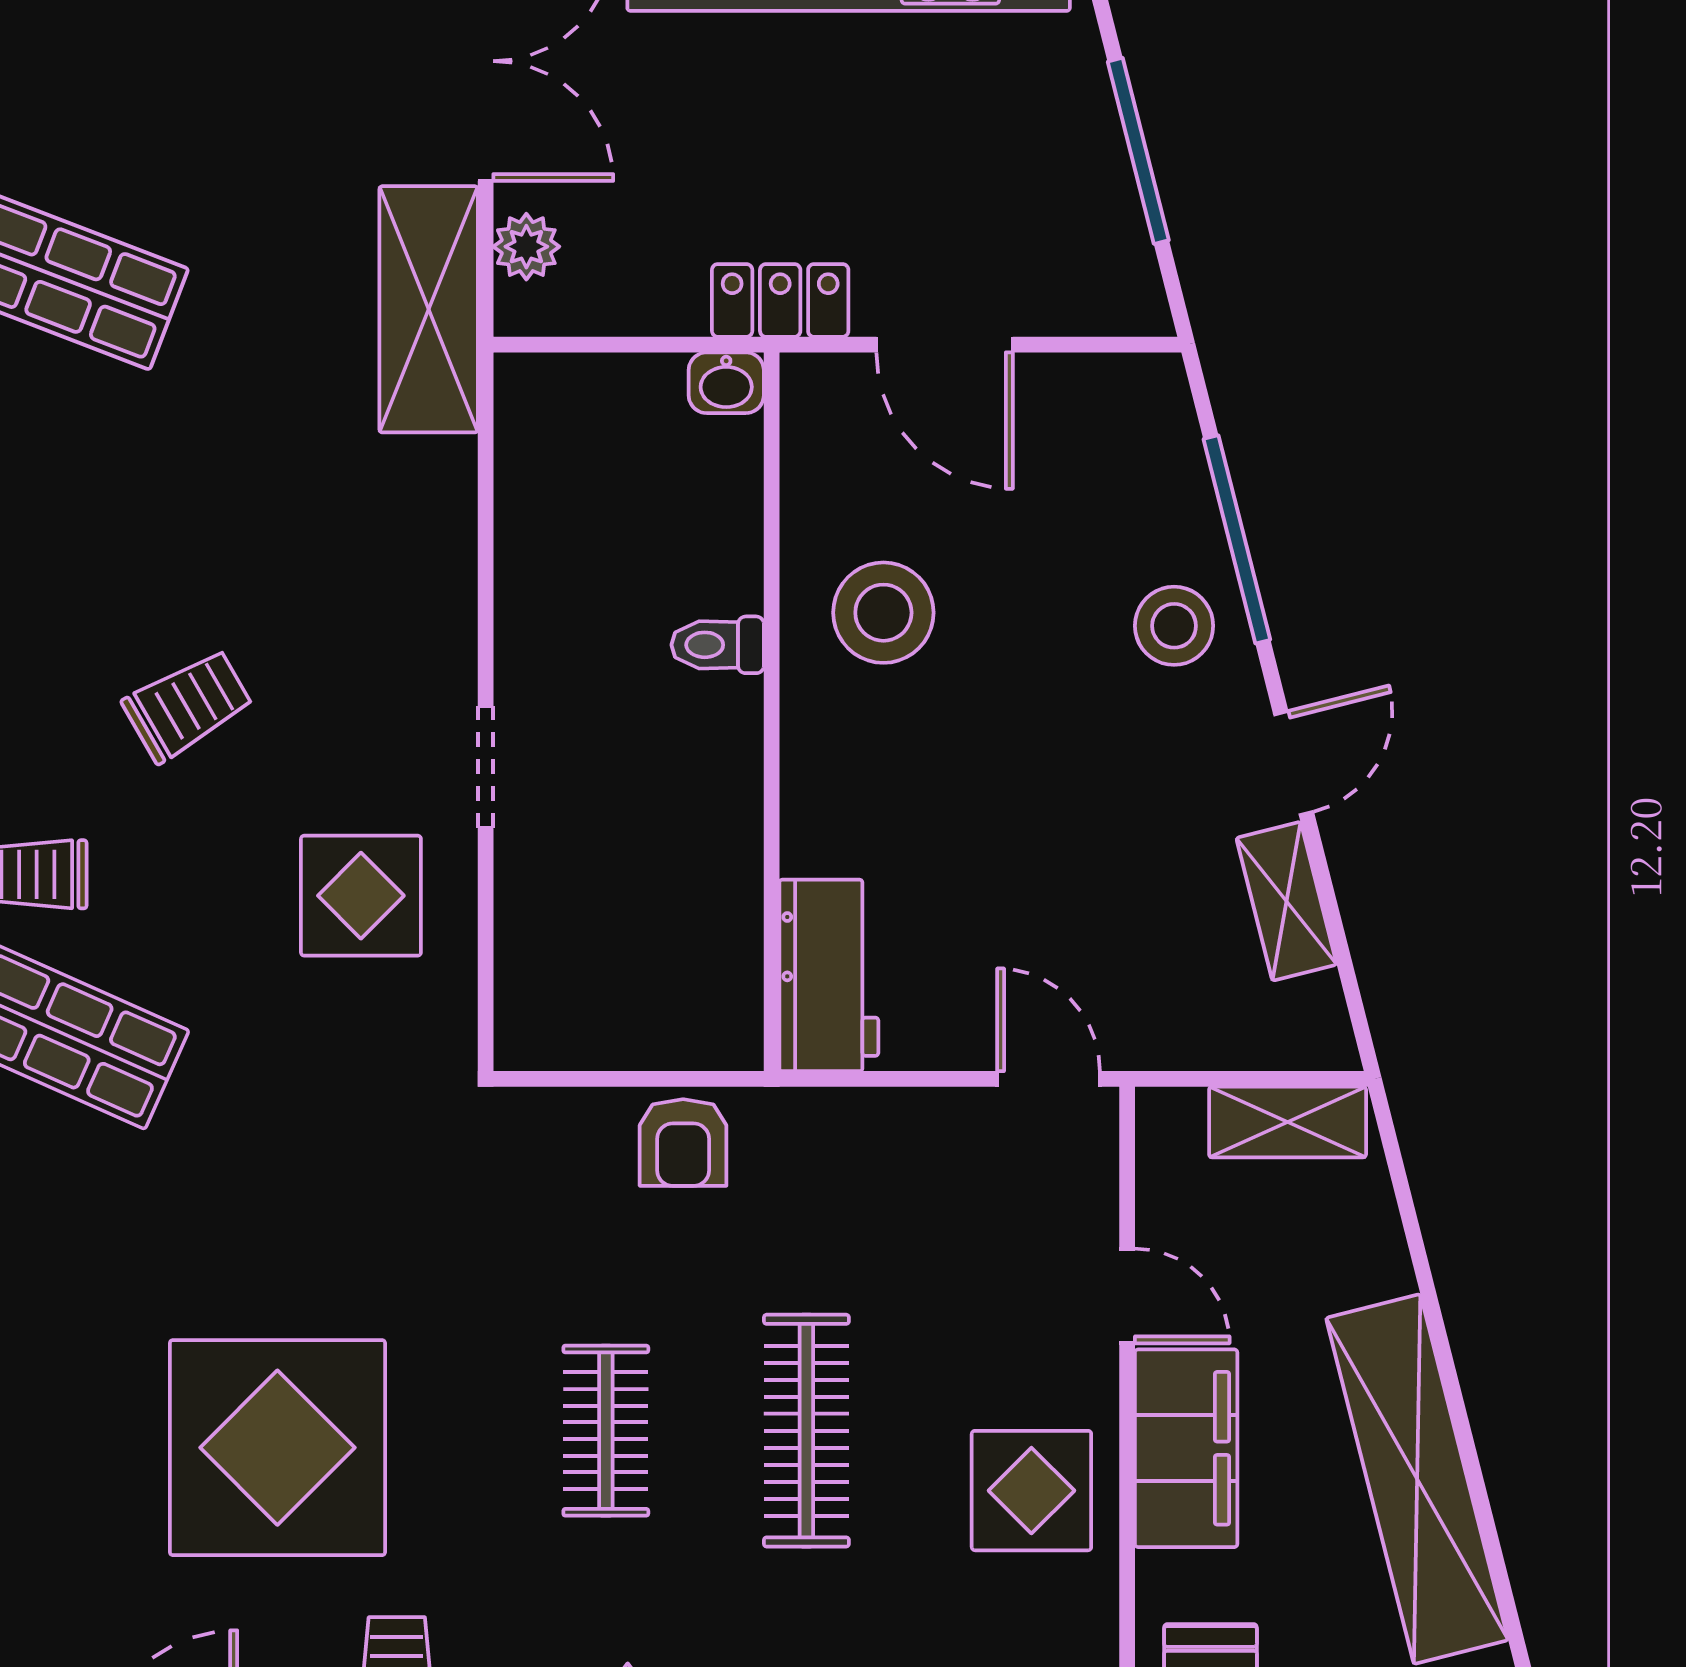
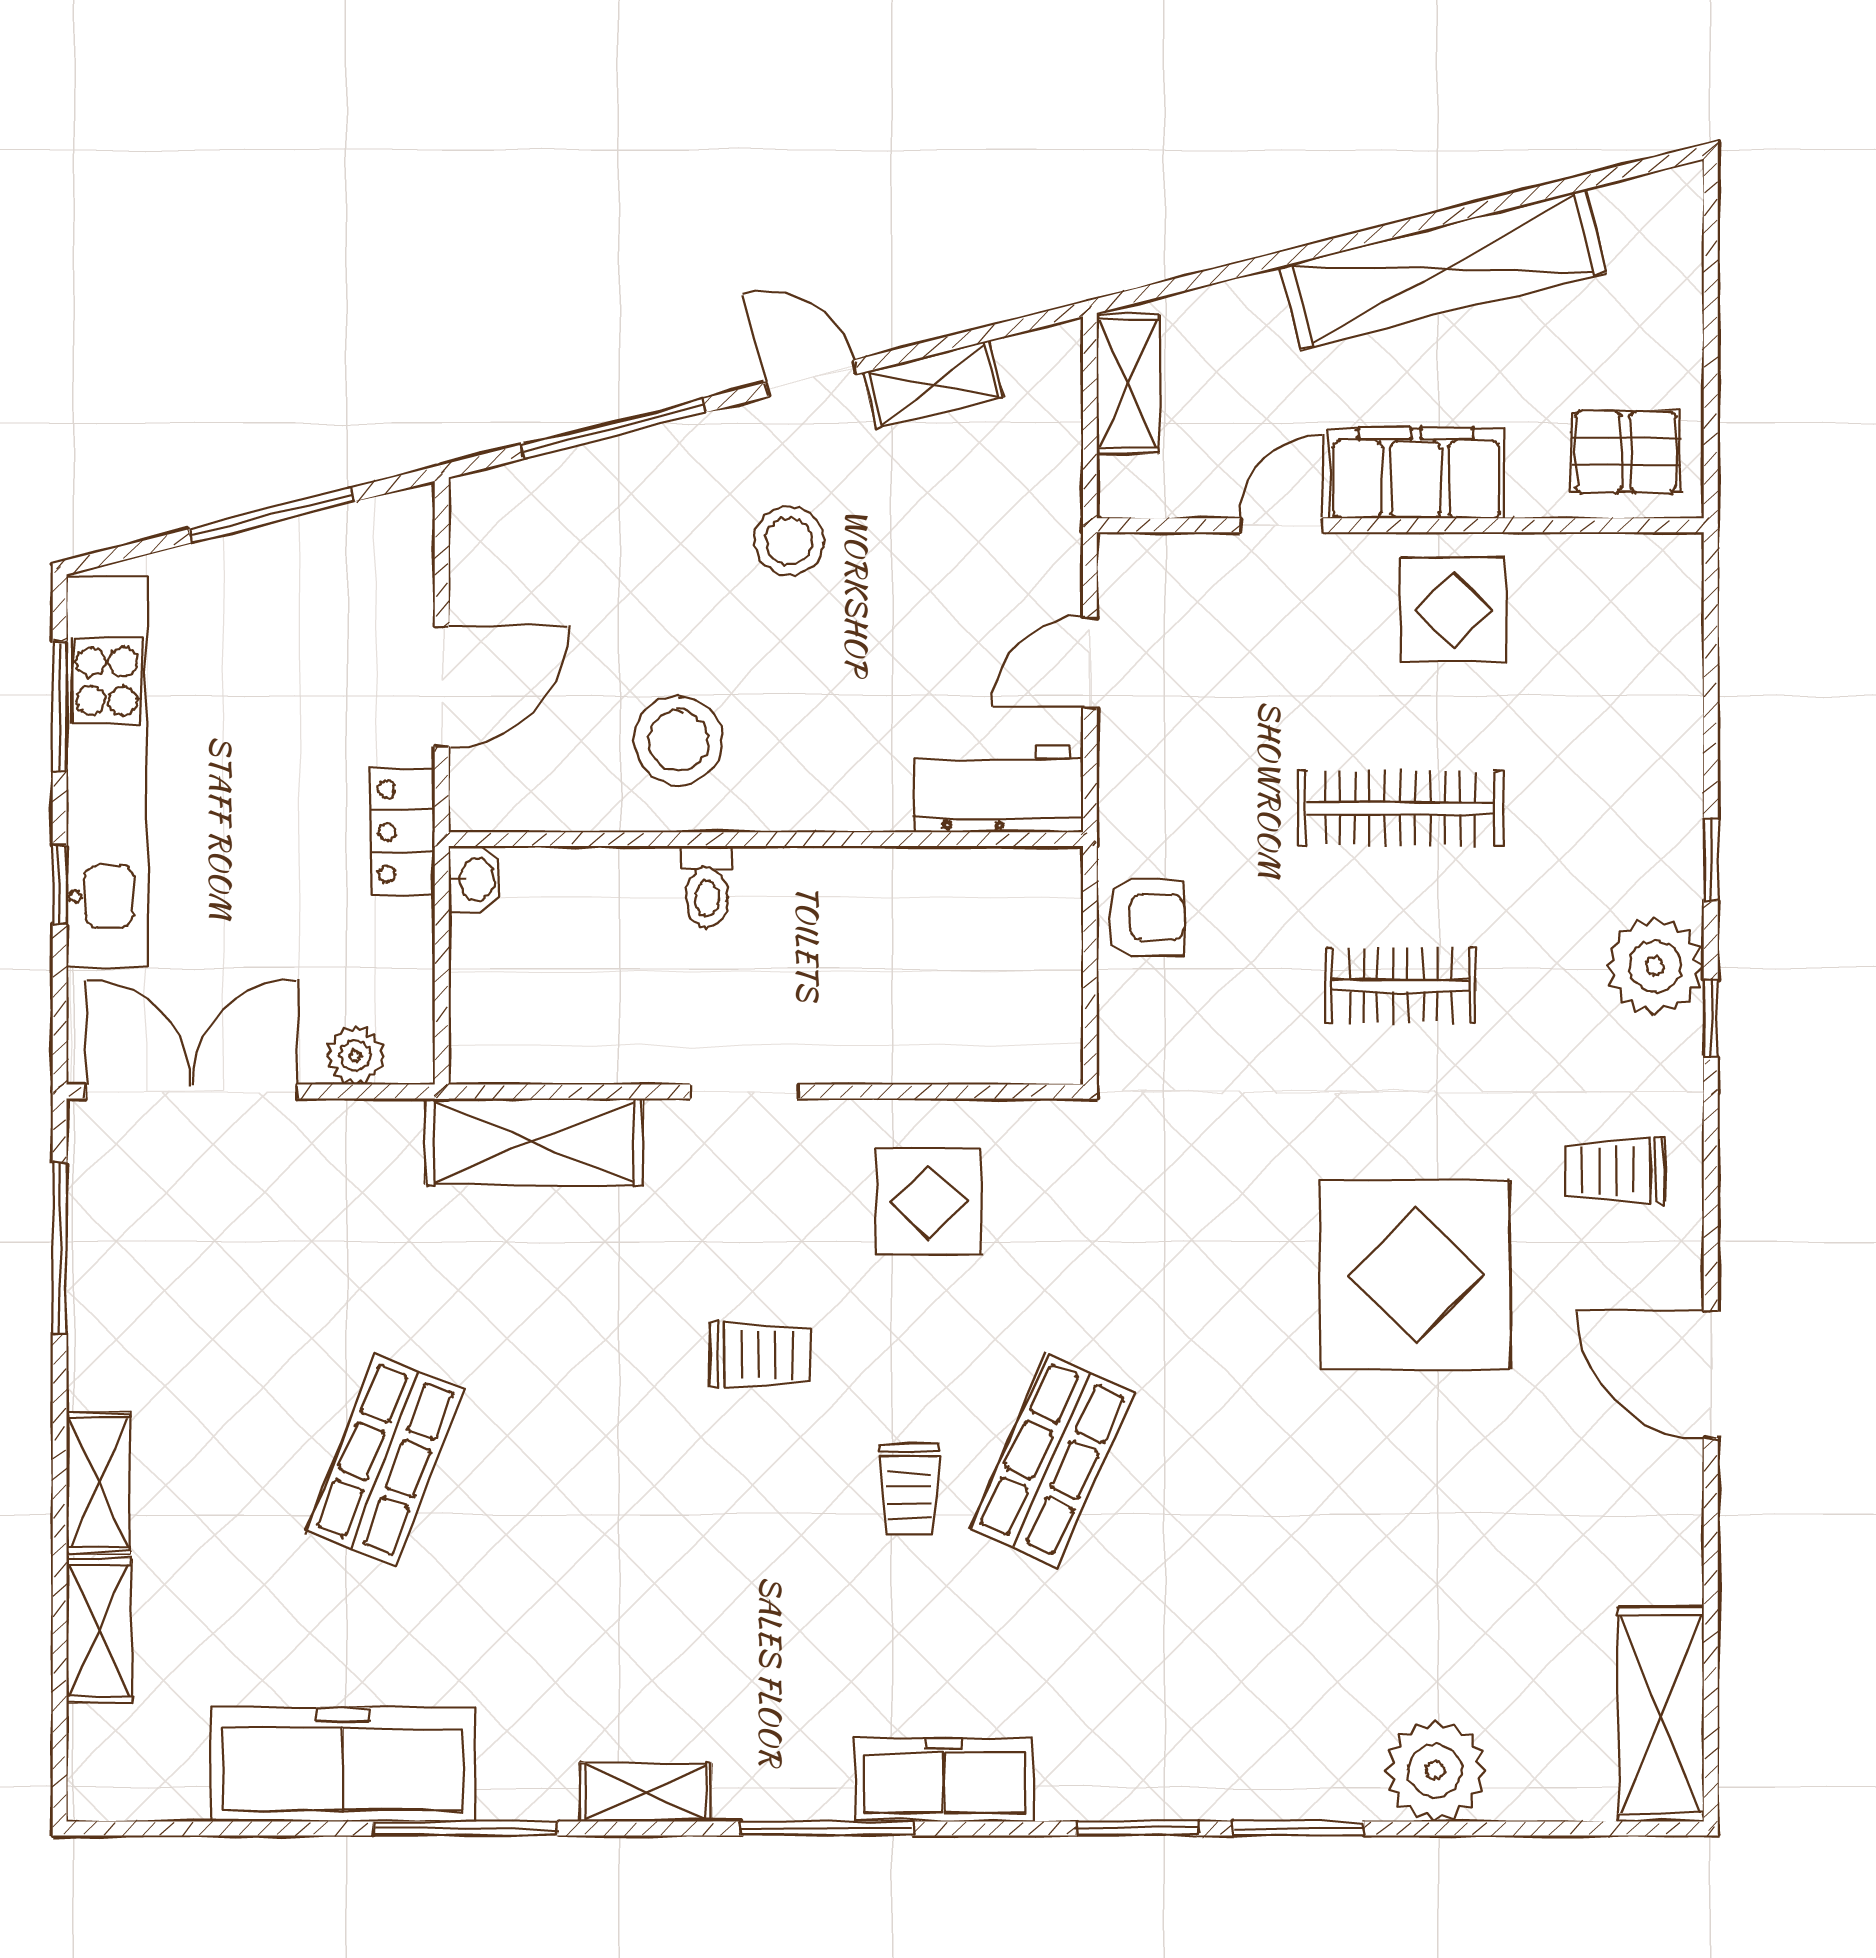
shelving: (429, 309) -> (534, 1142), moved
stool: (1174, 626) -> (789, 541), moved
trolley: (188, 705) -> (760, 1355), turned 120
doorway: (486, 767) -> (744, 1092), moved
door: (1049, 1079) -> (1090, 663), moved

